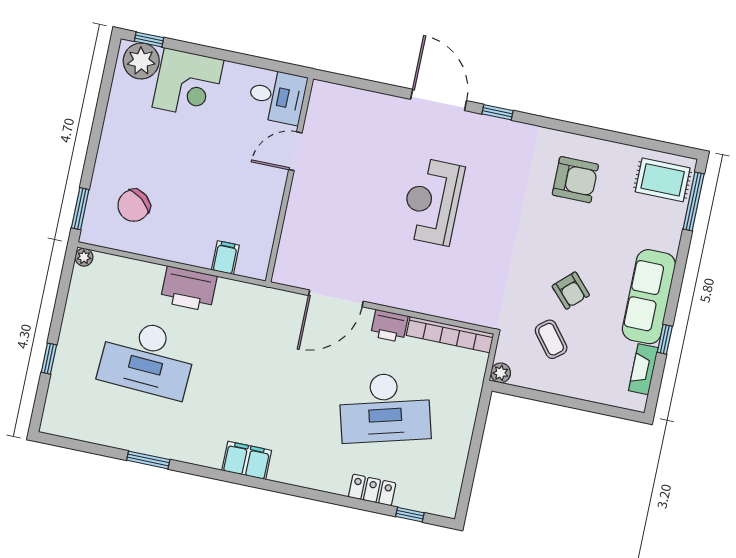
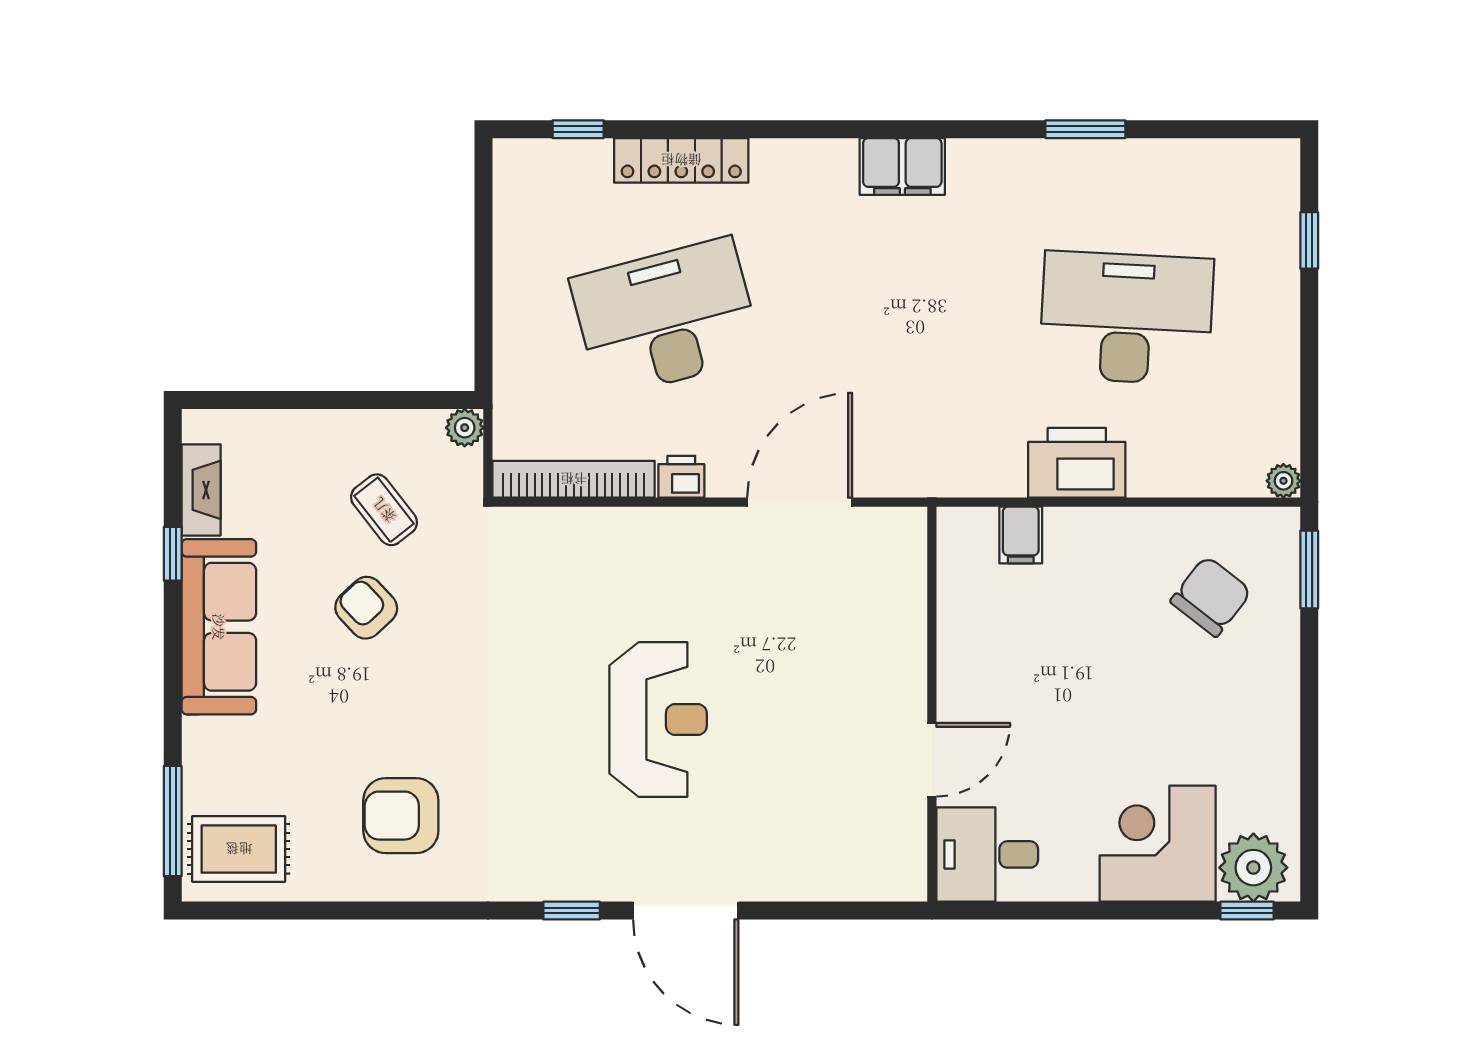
printer: (389, 326) -> (681, 477), width x0.73, depth x0.81
window: (49, 359) -> (1309, 240), moved
locker: (372, 490) -> (681, 160), width x1.53

